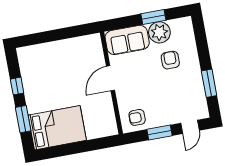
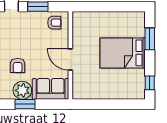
door: (110, 78) -> (70, 60), swing flipped
window: (17, 86) -> (150, 83), moved
bed: (57, 128) -> (123, 53), moved

